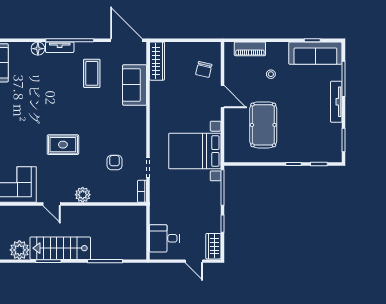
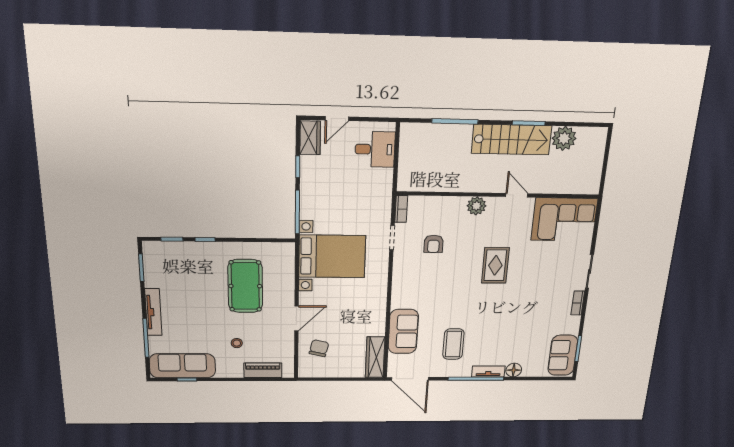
door: (222, 97) -> (297, 318), swing flipped
rug: (63, 145) -> (495, 265), turned 90
door: (194, 261) -> (337, 119), swing flipped

